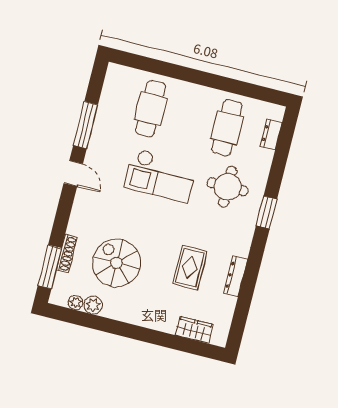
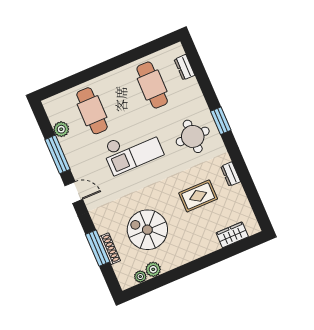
plant: (108, 104) -> (61, 129), added
round table: (228, 187) -> (193, 136), moved
window: (50, 267) -> (98, 248), moved
rug: (190, 268) -> (198, 196), turned 90
dresser: (236, 276) -> (231, 174), width x0.70

